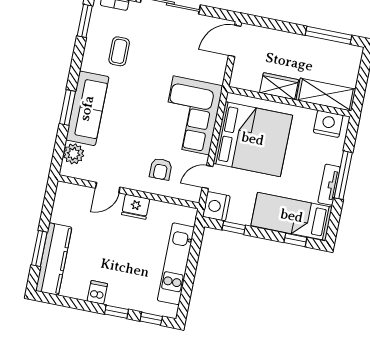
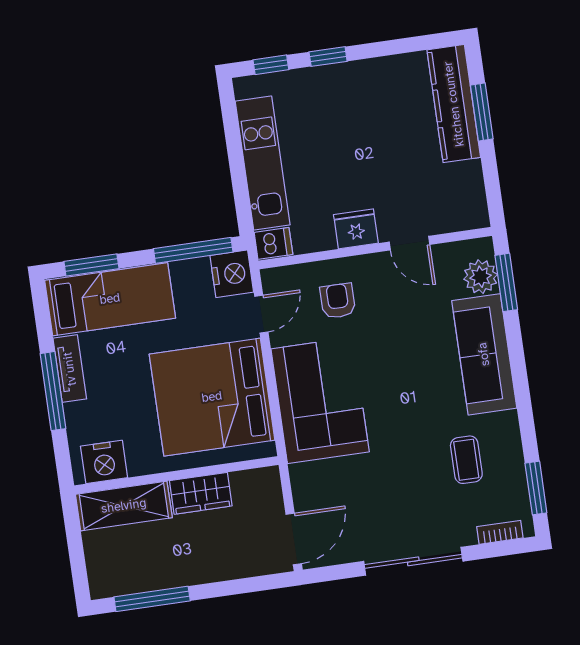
window: (68, 107) -> (506, 282), moved
door: (108, 188) -> (409, 243), swing flipped
window: (234, 228) -> (193, 250), width x2.17
window: (295, 240) -> (91, 265), width x1.50
dishwasher: (97, 292) -> (273, 243), moved, turned -90

